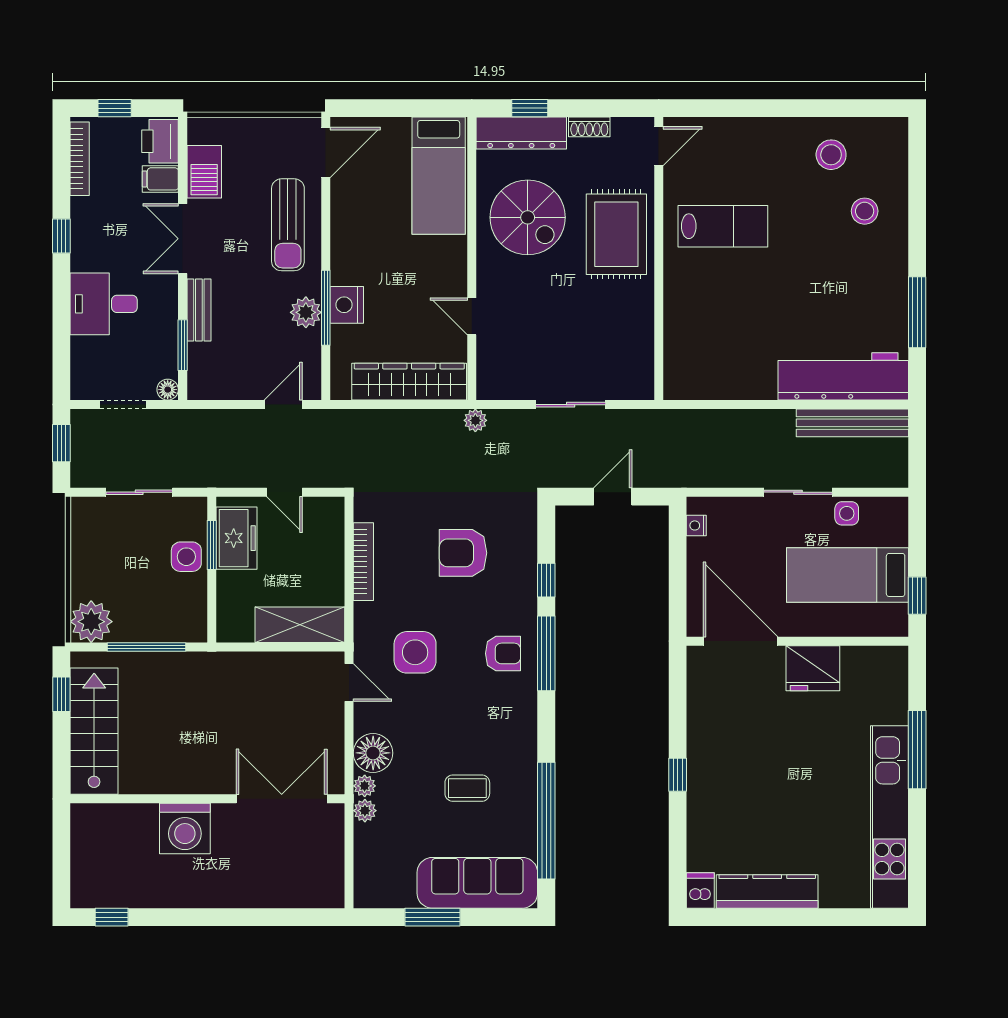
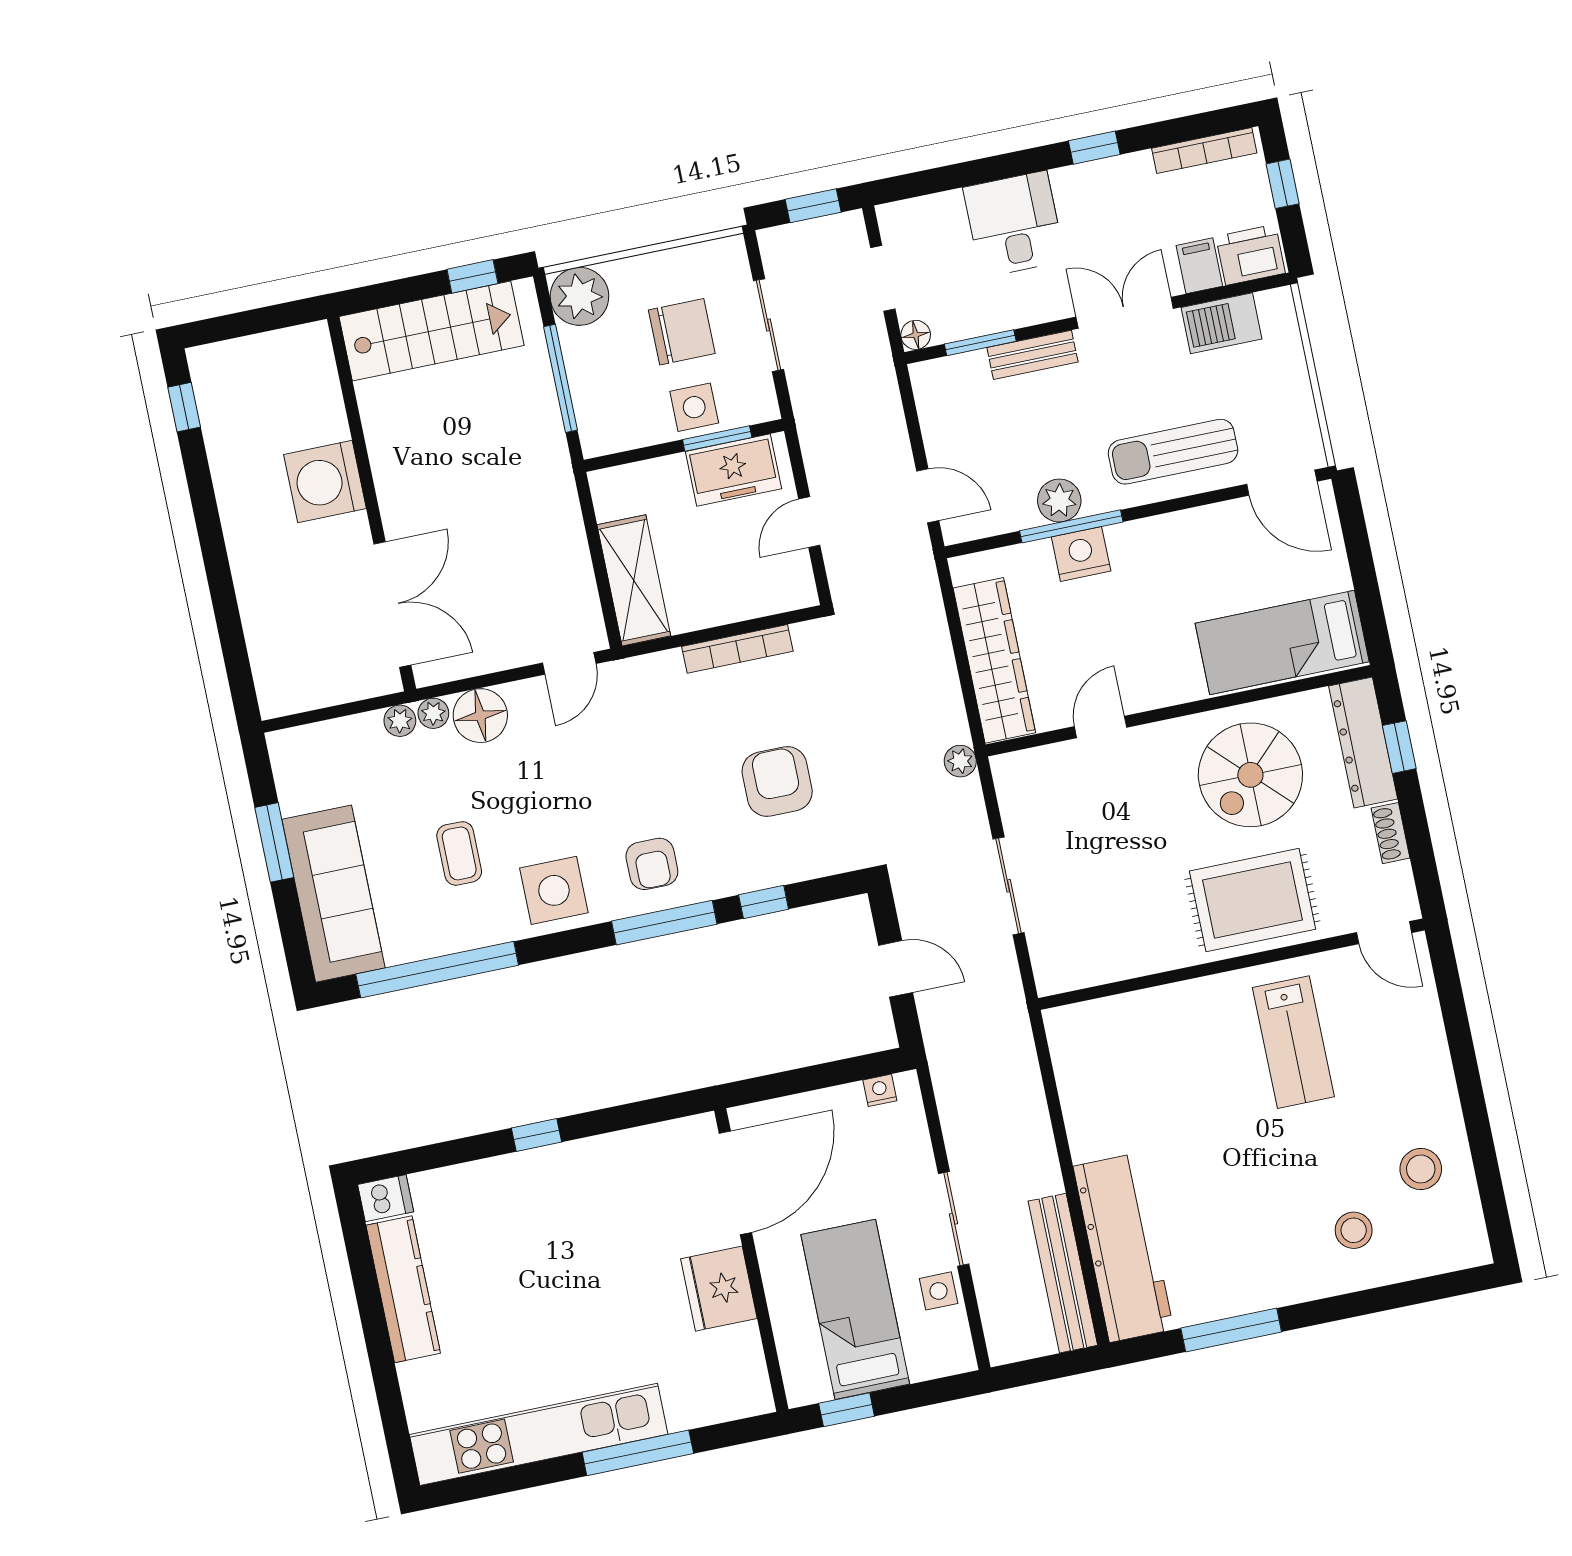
chair: (131, 554) -> (682, 332), added
side table: (415, 652) -> (554, 890), moved

